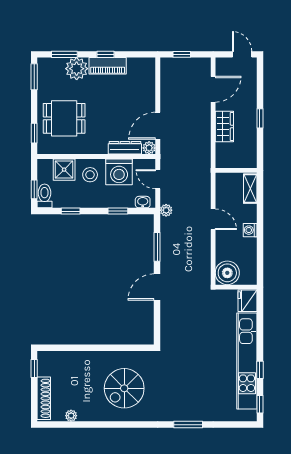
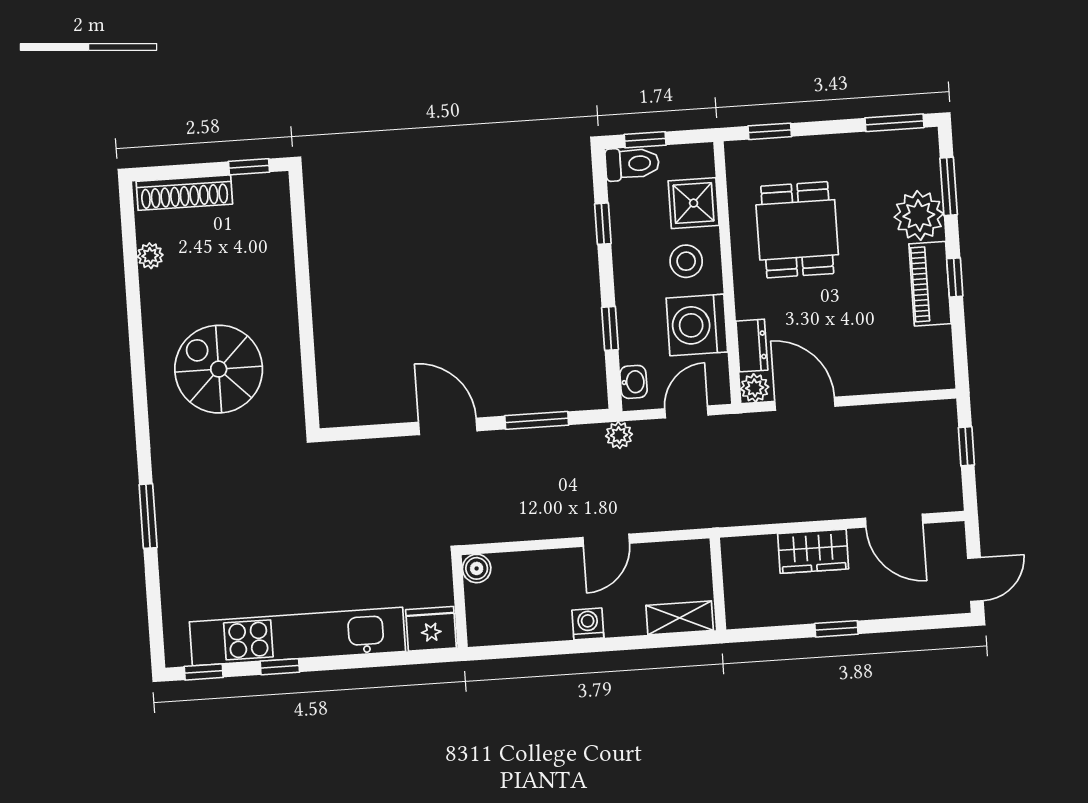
dining table: (64, 118) -> (797, 230), moved
dresser: (125, 148) -> (752, 346), width x0.70
boiler: (227, 273) -> (477, 568), width x0.54, depth x0.54

